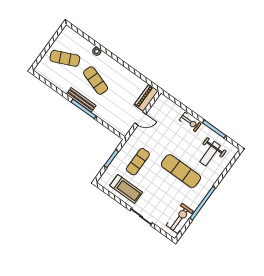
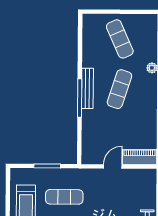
door: (140, 118) -> (113, 166), swing flipped

